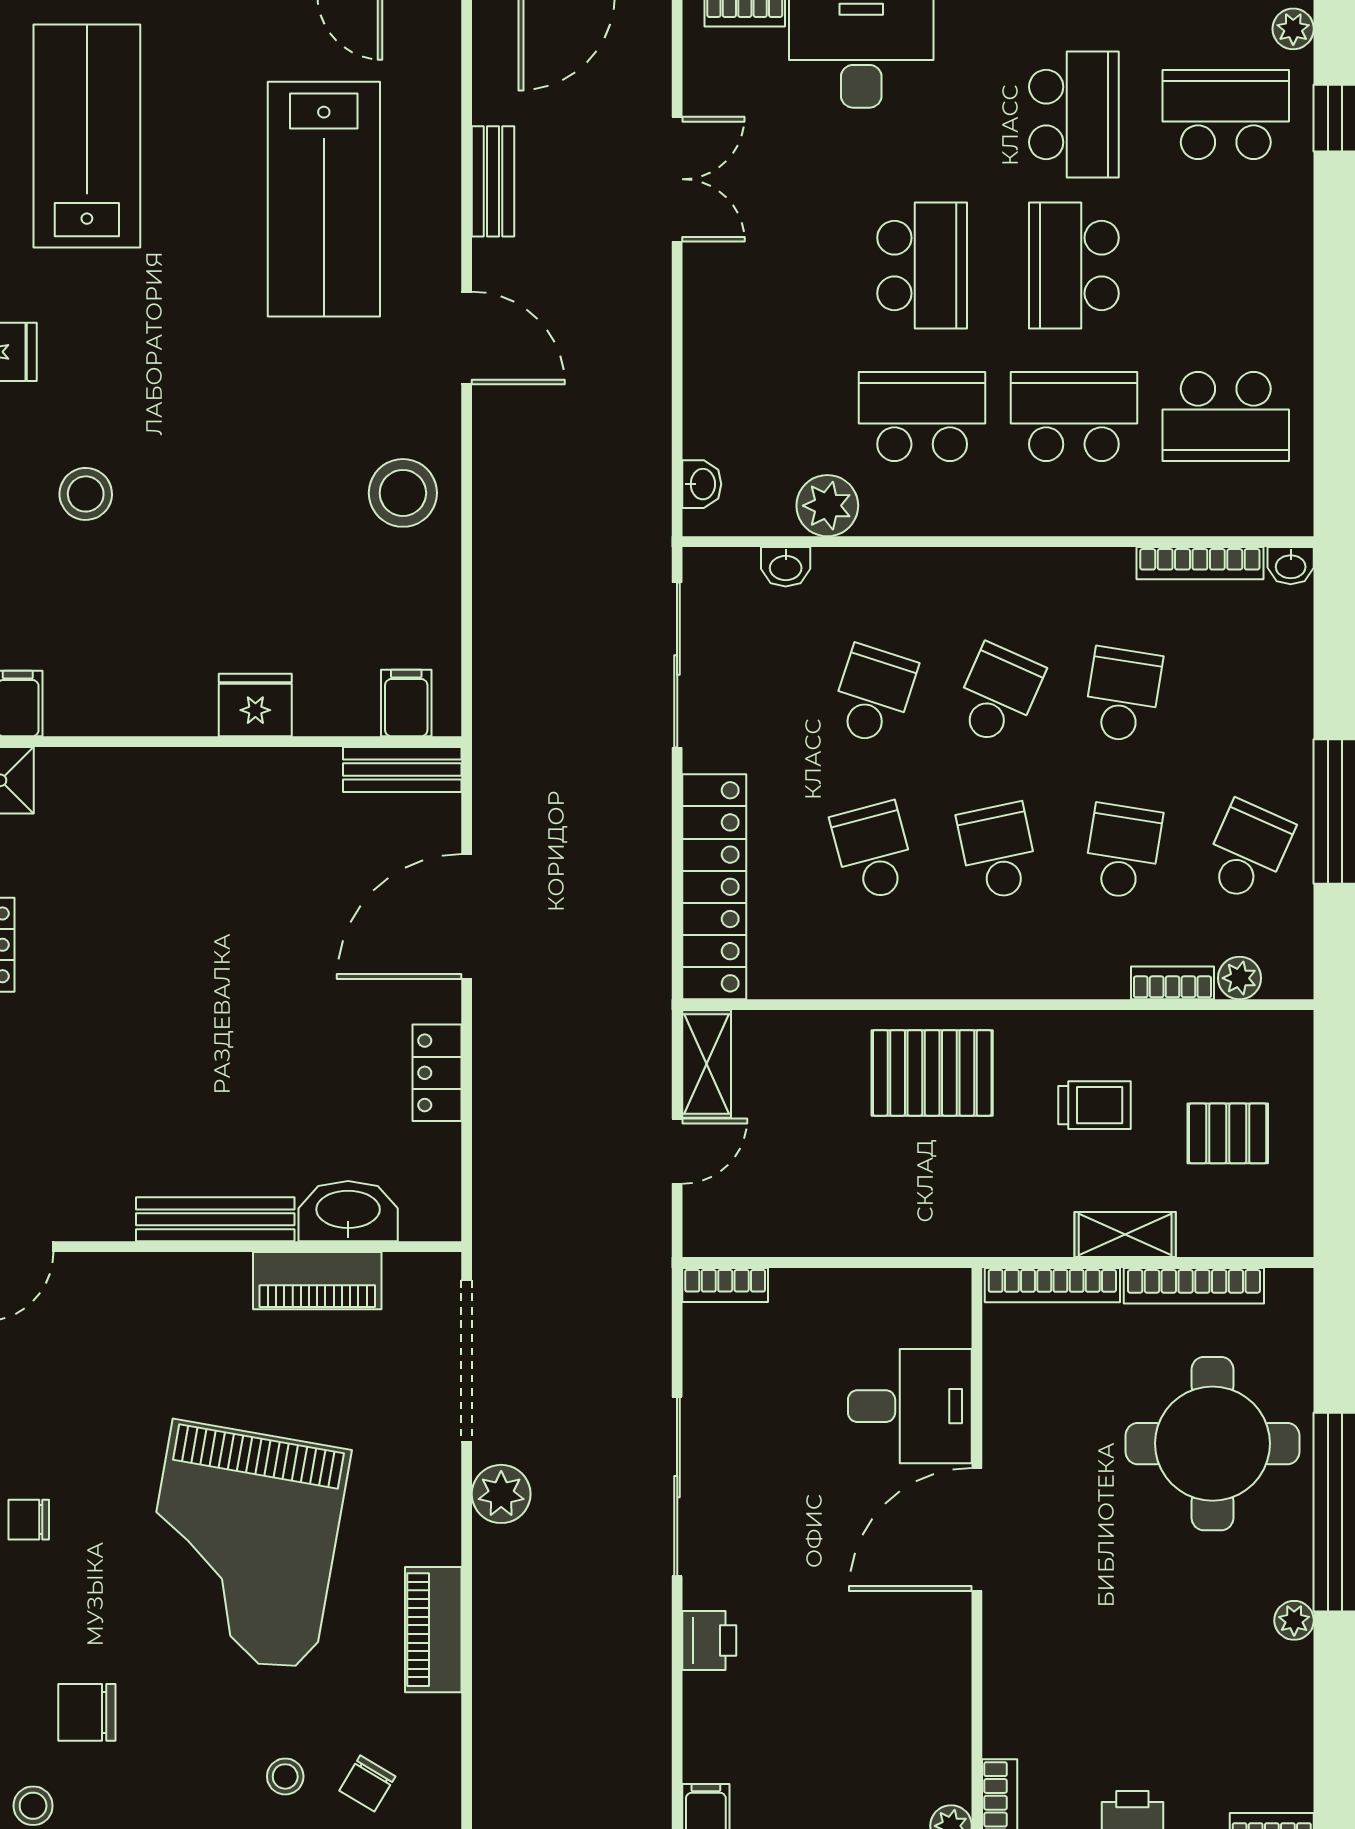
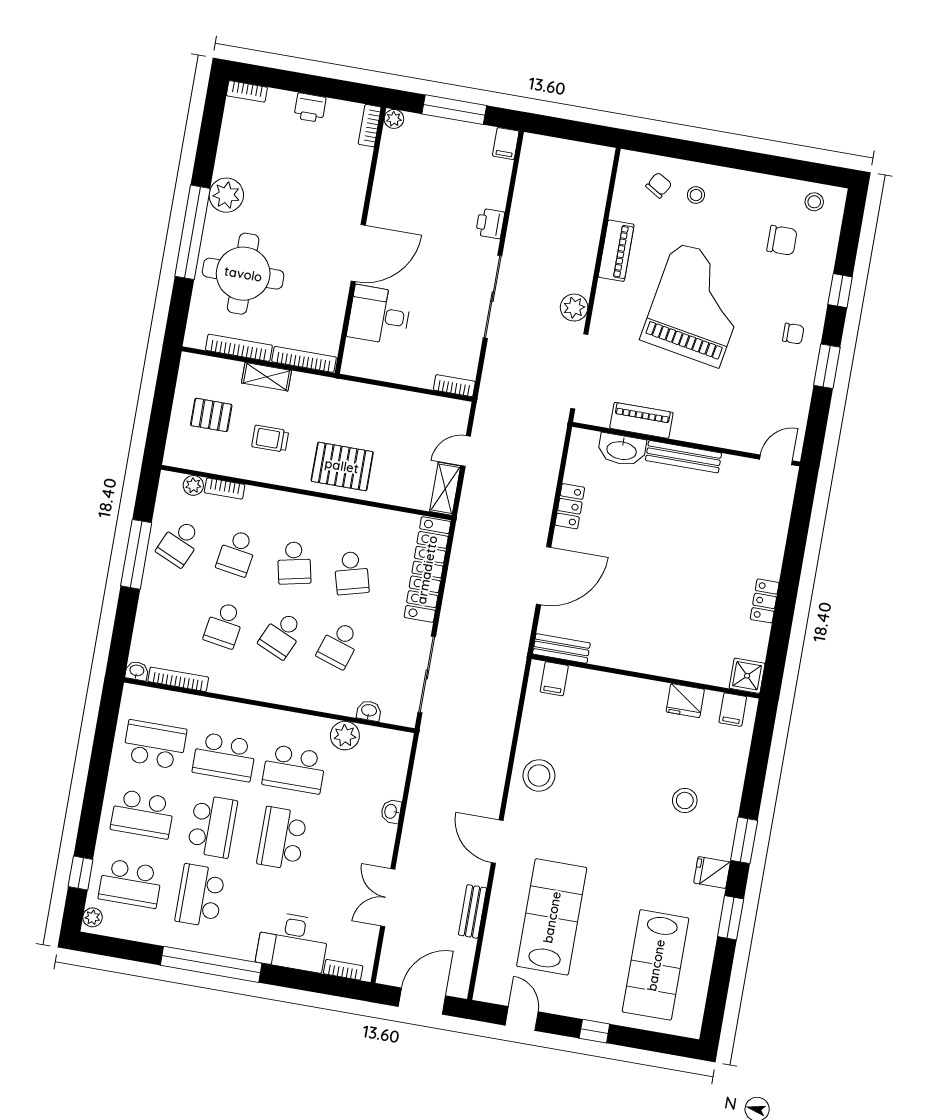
school desk: (1226, 265) -> (142, 814), added
washbasin: (702, 484) -> (391, 811), moved
fridge: (255, 705) -> (685, 701), moved
plant: (1294, 1620) -> (226, 195), width x1.87, depth x1.87

